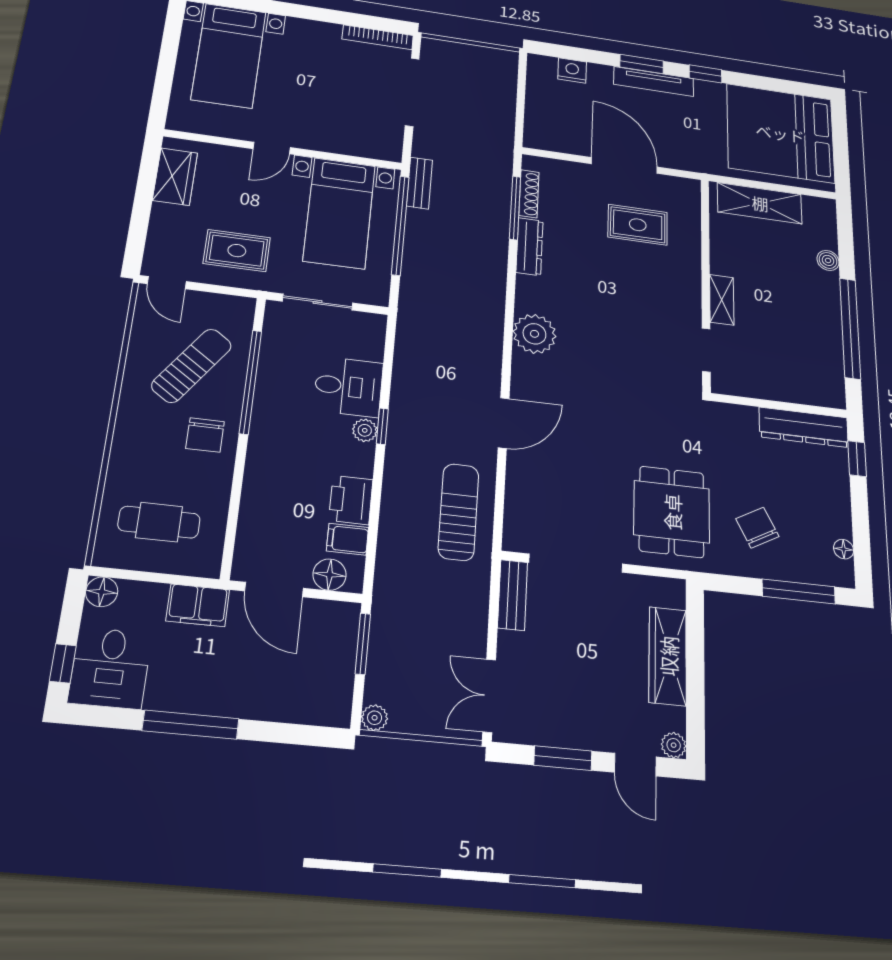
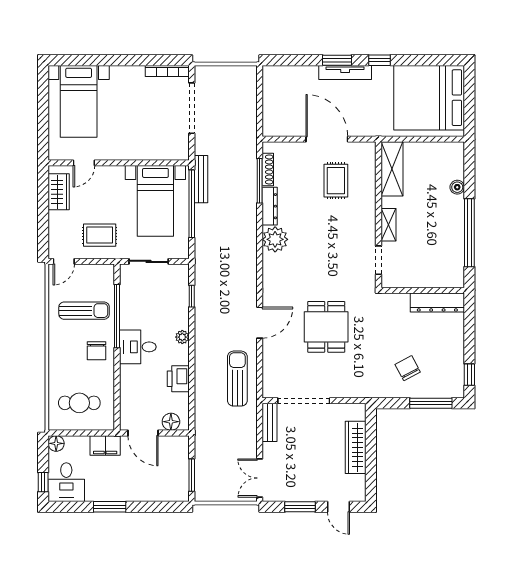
nightstand: (572, 70) -> (292, 74), removed
door: (272, 148) -> (84, 163), moved
bench: (419, 183) -> (201, 179), width x1.36
shelving: (760, 203) -> (392, 169), moved, turned 90
rug: (638, 225) -> (336, 181), turned 90
door: (167, 283) -> (64, 261), hinge flipped
plant: (534, 334) -> (275, 239), moved
sun lounger: (192, 366) -> (84, 311), turned 55
desk: (348, 387) -> (138, 347), moved, turned 180
window: (382, 426) -> (192, 296), moved
window: (857, 459) -> (469, 375), moved
dining table: (672, 512) -> (326, 327), moved
filing cabinet: (348, 539) -> (179, 401), removed
floor lamp: (844, 549) -> (458, 375), removed
window: (363, 644) -> (192, 475), moved
plant: (375, 718) -> (201, 495), removed
window: (191, 725) -> (110, 507), width x0.69
plant: (674, 745) -> (359, 495), removed

